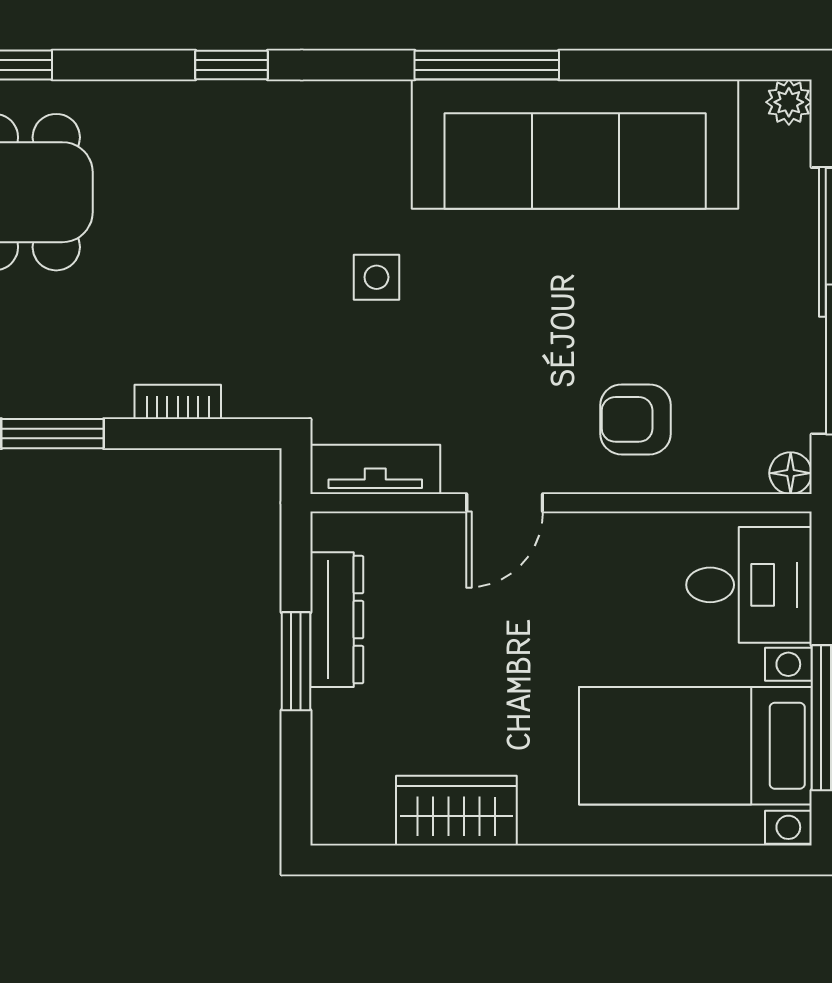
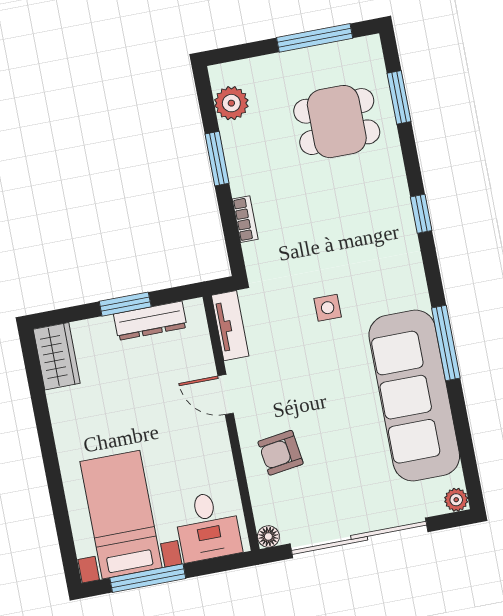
armchair: (636, 419) -> (281, 453), turned -98
wardrobe: (456, 811) -> (57, 356), moved

